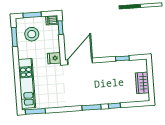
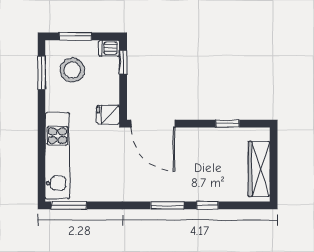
door: (80, 61) -> (153, 124), swing flipped
wardrobe: (142, 83) -> (259, 169), width x1.50

